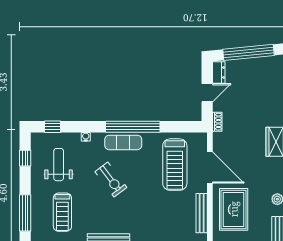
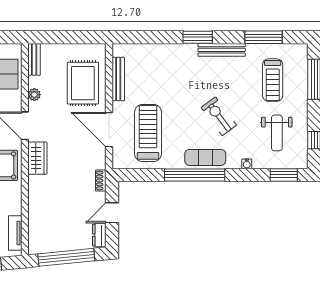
window: (52, 127) -> (284, 175), width x1.50
treadmill: (62, 212) -> (273, 80), turned 180

